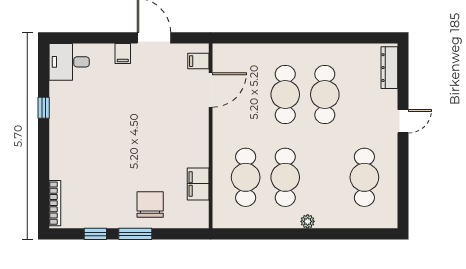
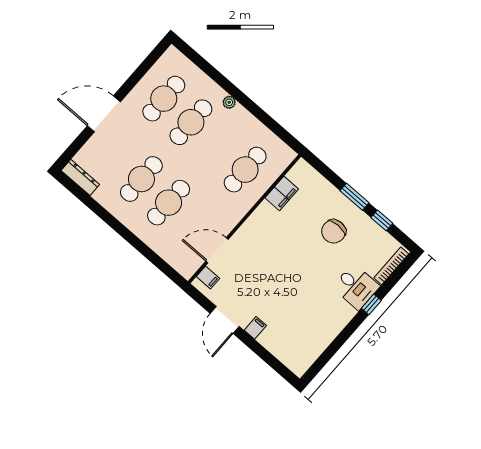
desk: (69, 62) -> (356, 287), moved
dresser: (389, 68) -> (80, 177), moved, turned -90
window: (44, 108) -> (371, 304), moved
door: (403, 121) -> (104, 114), width x1.87
cafe table: (285, 177) -> (191, 122), moved
chair: (150, 204) -> (334, 231), moved

